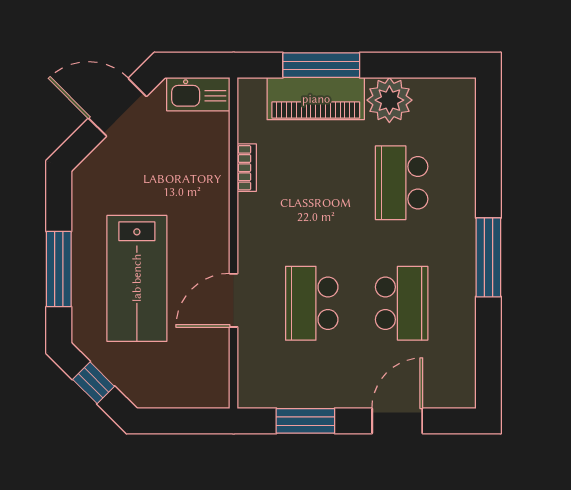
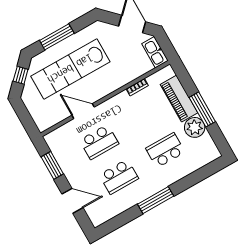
window: (321, 65) -> (202, 109), moved
lab bench: (137, 278) -> (70, 69), width x1.36
school desk: (312, 303) -> (99, 142), turned 180

